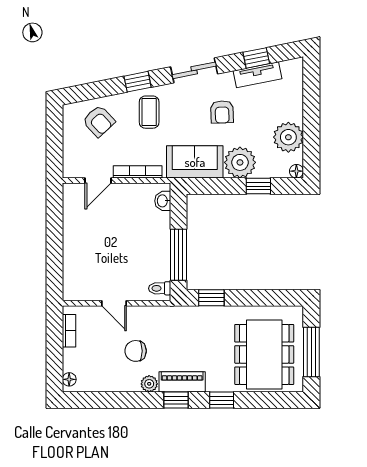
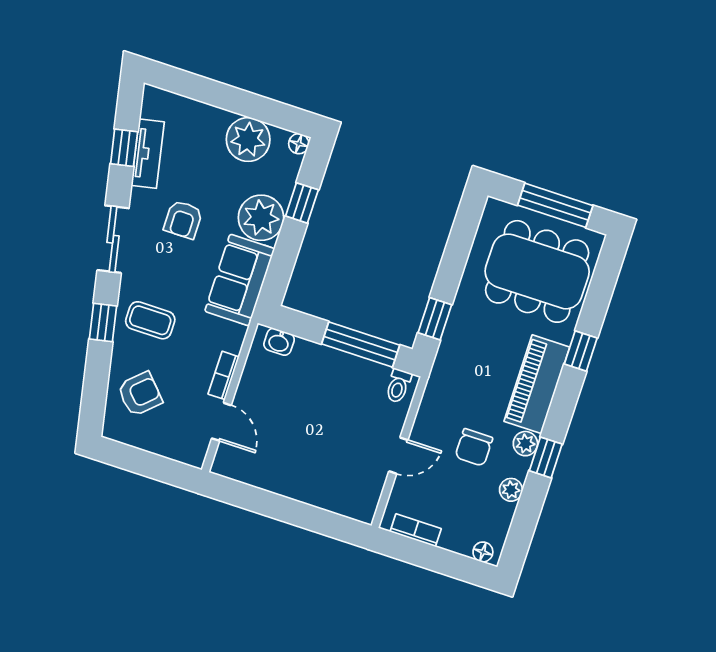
armchair: (222, 112) -> (183, 220), turned 92
bookcase: (138, 172) -> (224, 375), width x0.64
piano: (182, 382) -> (537, 384), width x1.37, depth x1.33
plant: (116, 384) -> (511, 490), added
window: (176, 400) -> (546, 457), moved

